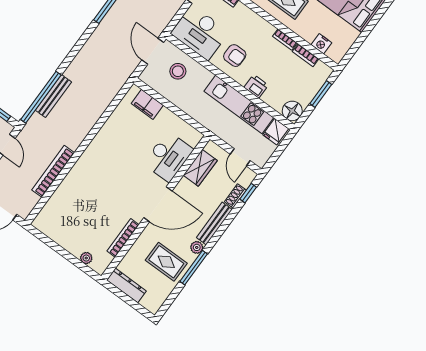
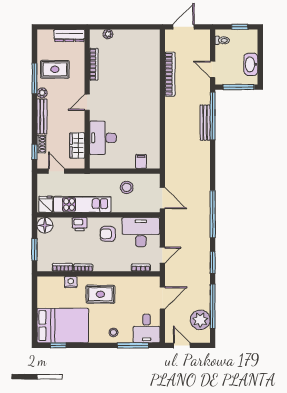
nightstand: (321, 44) -> (71, 282), moved
stool: (178, 71) -> (127, 187), moved
filing cabinet: (147, 104) -> (141, 161), width x0.50
door: (158, 204) -> (87, 102), width x0.53

